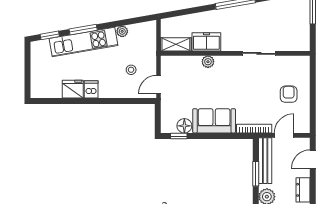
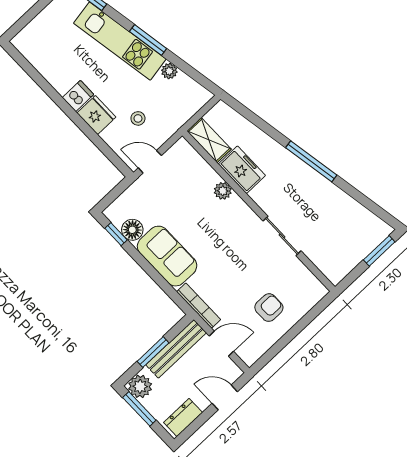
window: (83, 30) -> (148, 40), moved
fridge: (73, 89) -> (96, 115), moved

